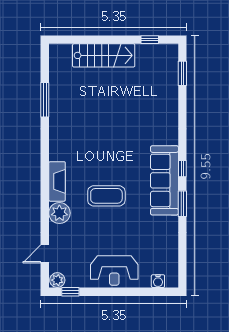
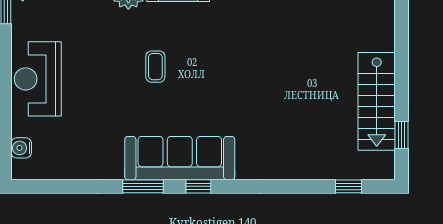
stairs: (104, 55) -> (377, 101), moved
window: (182, 73) -> (348, 186), width x0.67
coffee table: (106, 196) -> (155, 67), width x0.54, depth x0.58

